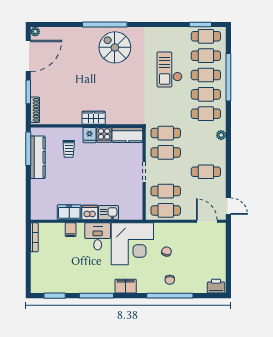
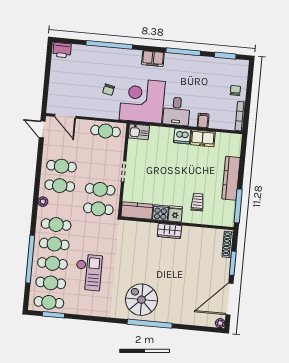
spiral stairs: (115, 47) -> (141, 300), turned 180
kitchen counter: (38, 157) -> (231, 178), moved
cafe table: (166, 191) -> (60, 186), moved
kitchen sink: (108, 213) -> (139, 132), moved
chair: (170, 280) -> (235, 90), moved

